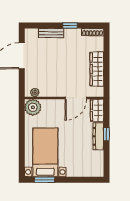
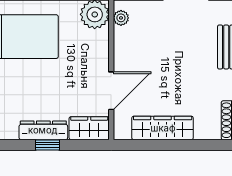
door: (76, 98) -> (111, 91), swing flipped

